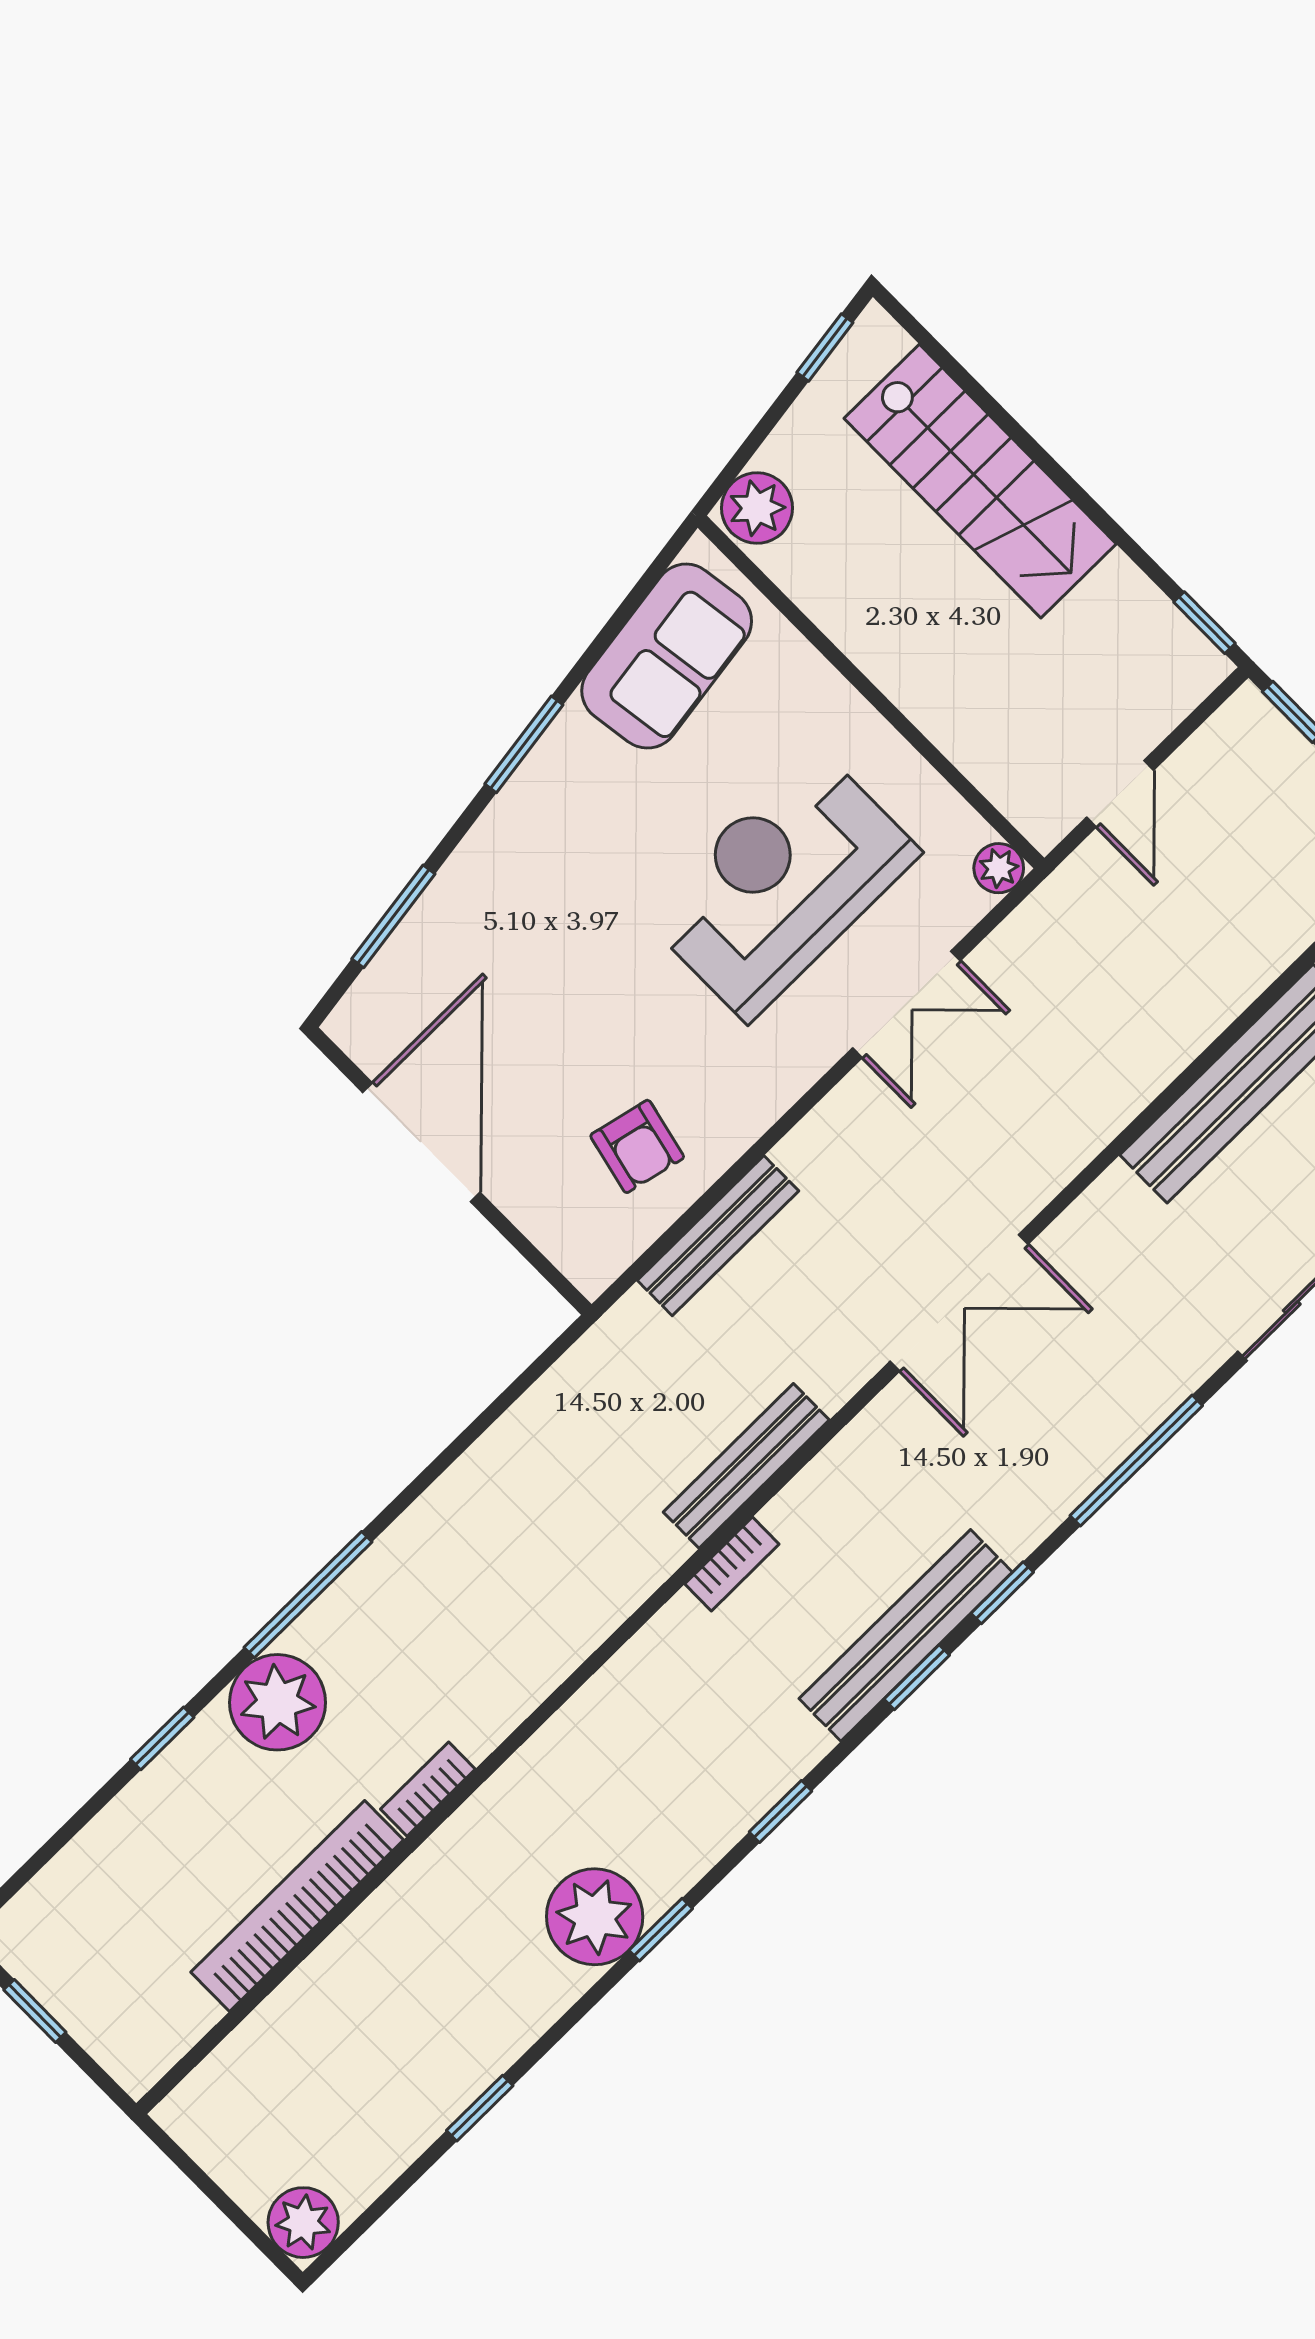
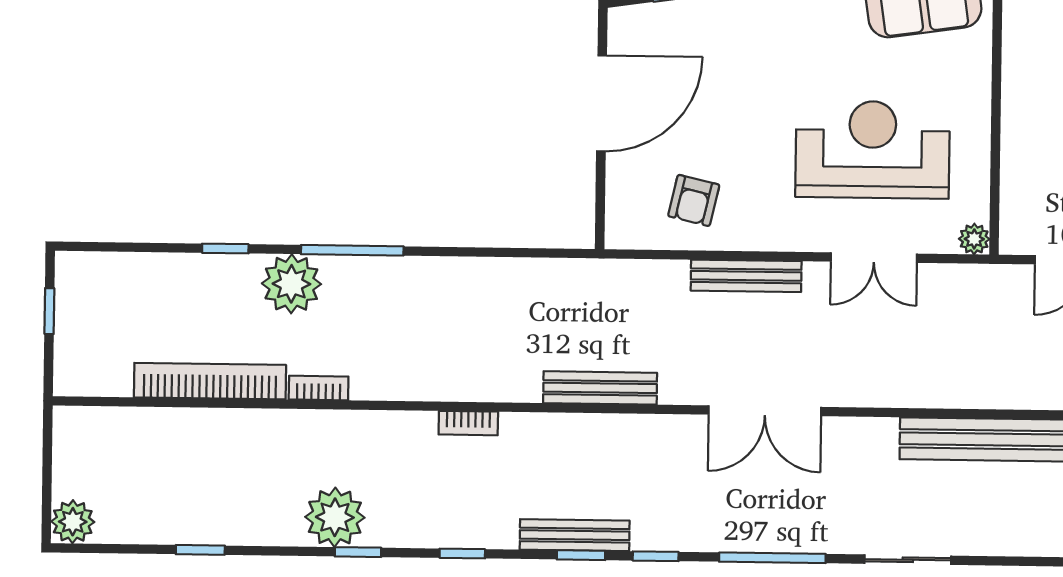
bench: (718, 1236) -> (746, 276), moved
bookcase: (732, 1564) -> (468, 423), moved
bench: (906, 1635) -> (575, 535), width x0.73, depth x0.82

